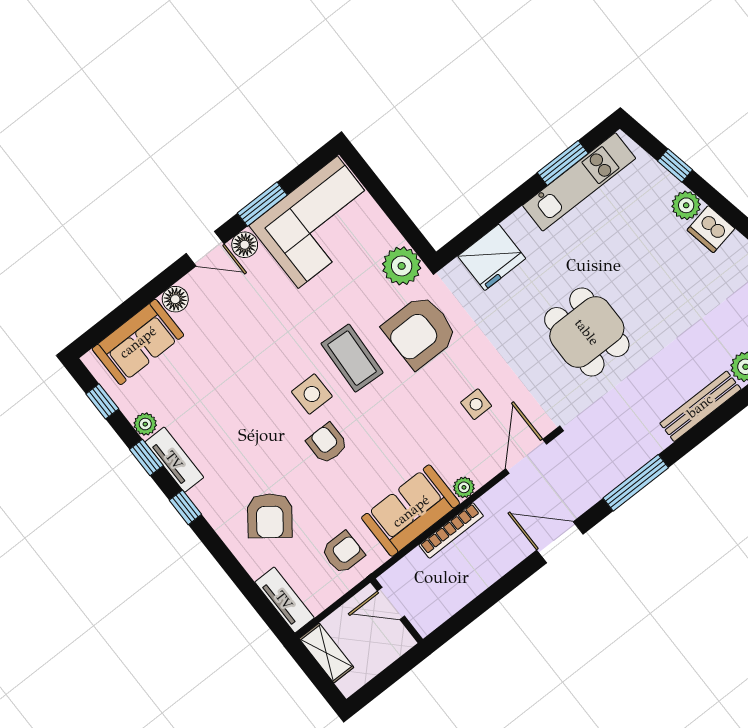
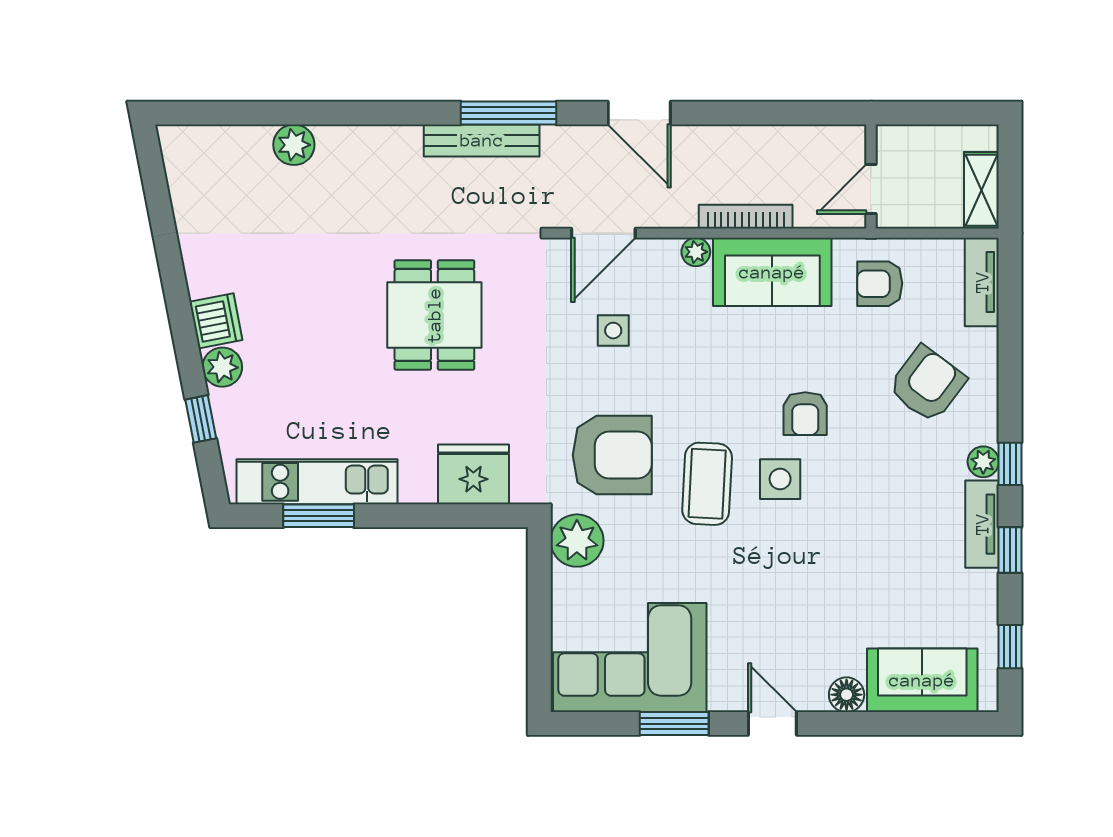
floor lamp: (245, 245) -> (727, 695), removed
bench: (700, 406) -> (482, 140), moved
plant: (145, 424) -> (983, 462), moved
door: (391, 603) -> (871, 189), swing flipped

